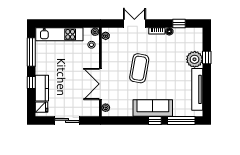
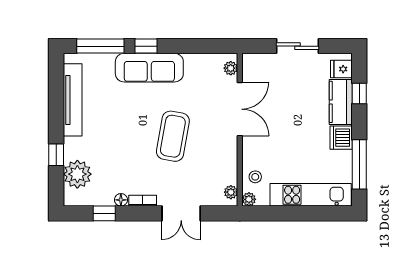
plant: (195, 59) -> (77, 174), moved
dishwasher: (42, 67) -> (341, 138), added
window: (31, 82) -> (359, 94), moved

